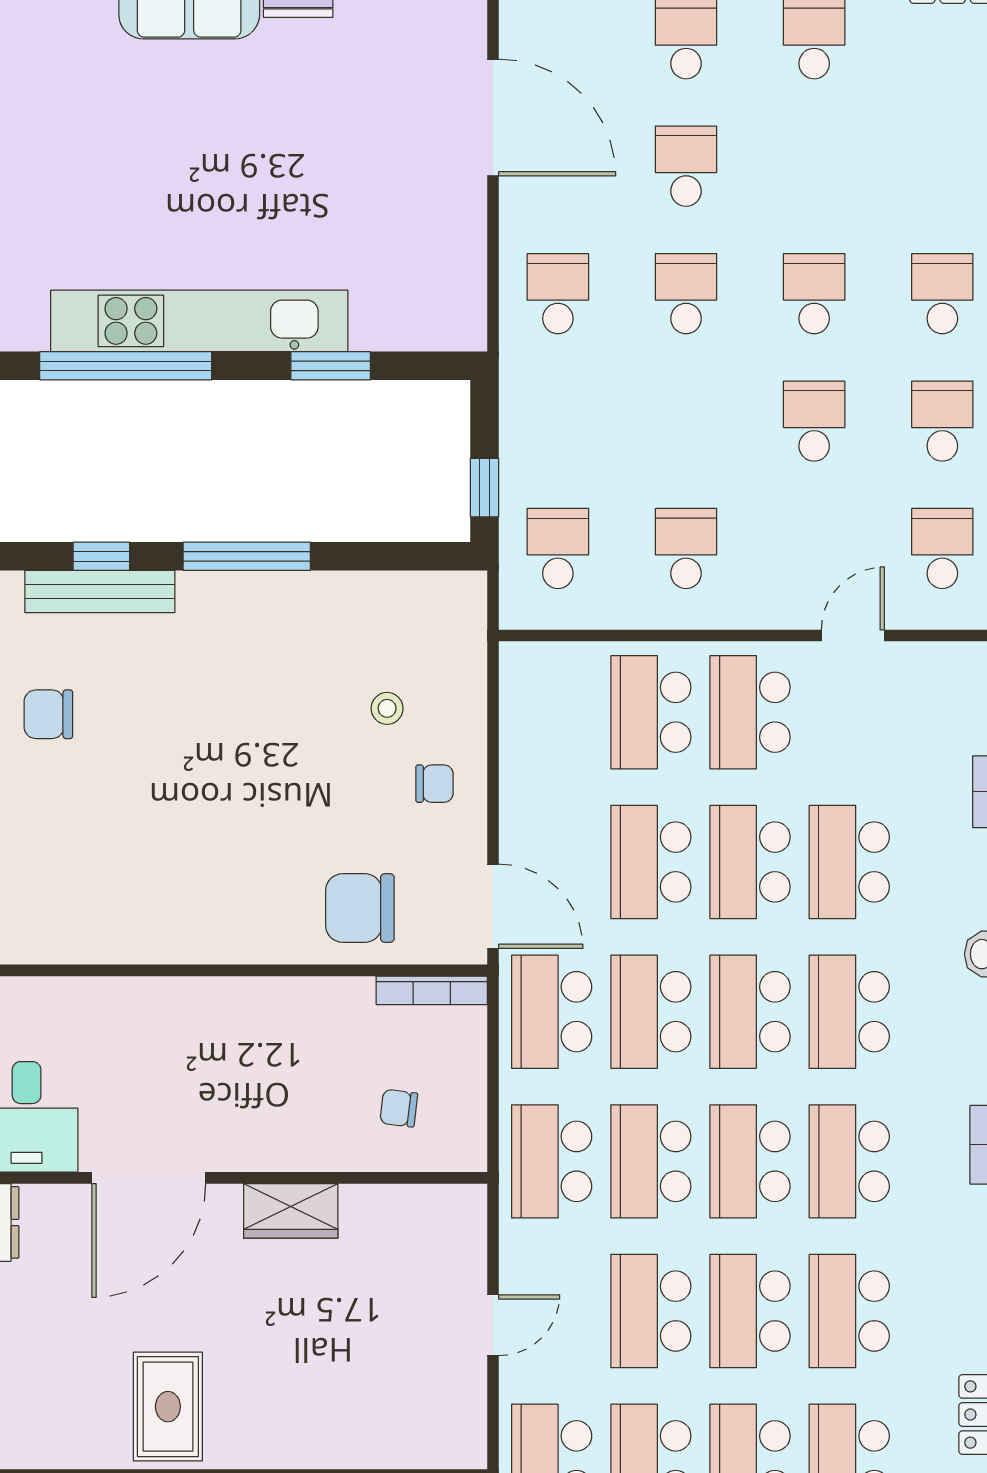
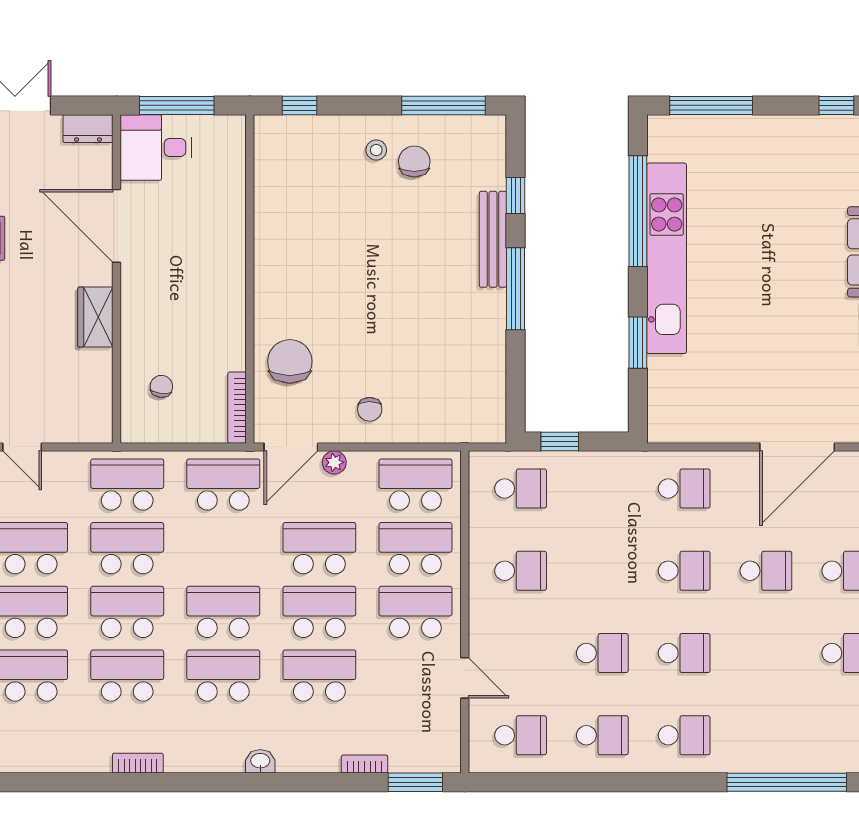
bench: (100, 591) -> (493, 239), moved
stool: (387, 708) -> (376, 150), moved
plant: (517, 839) -> (334, 462), added
school desk: (651, 1012) -> (415, 485), moved

